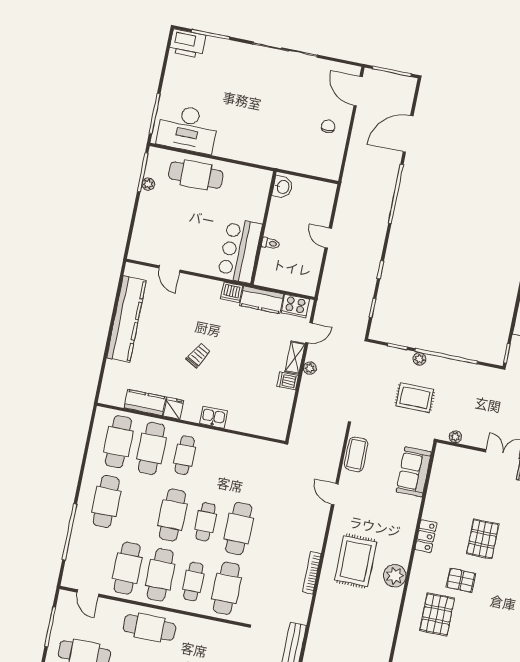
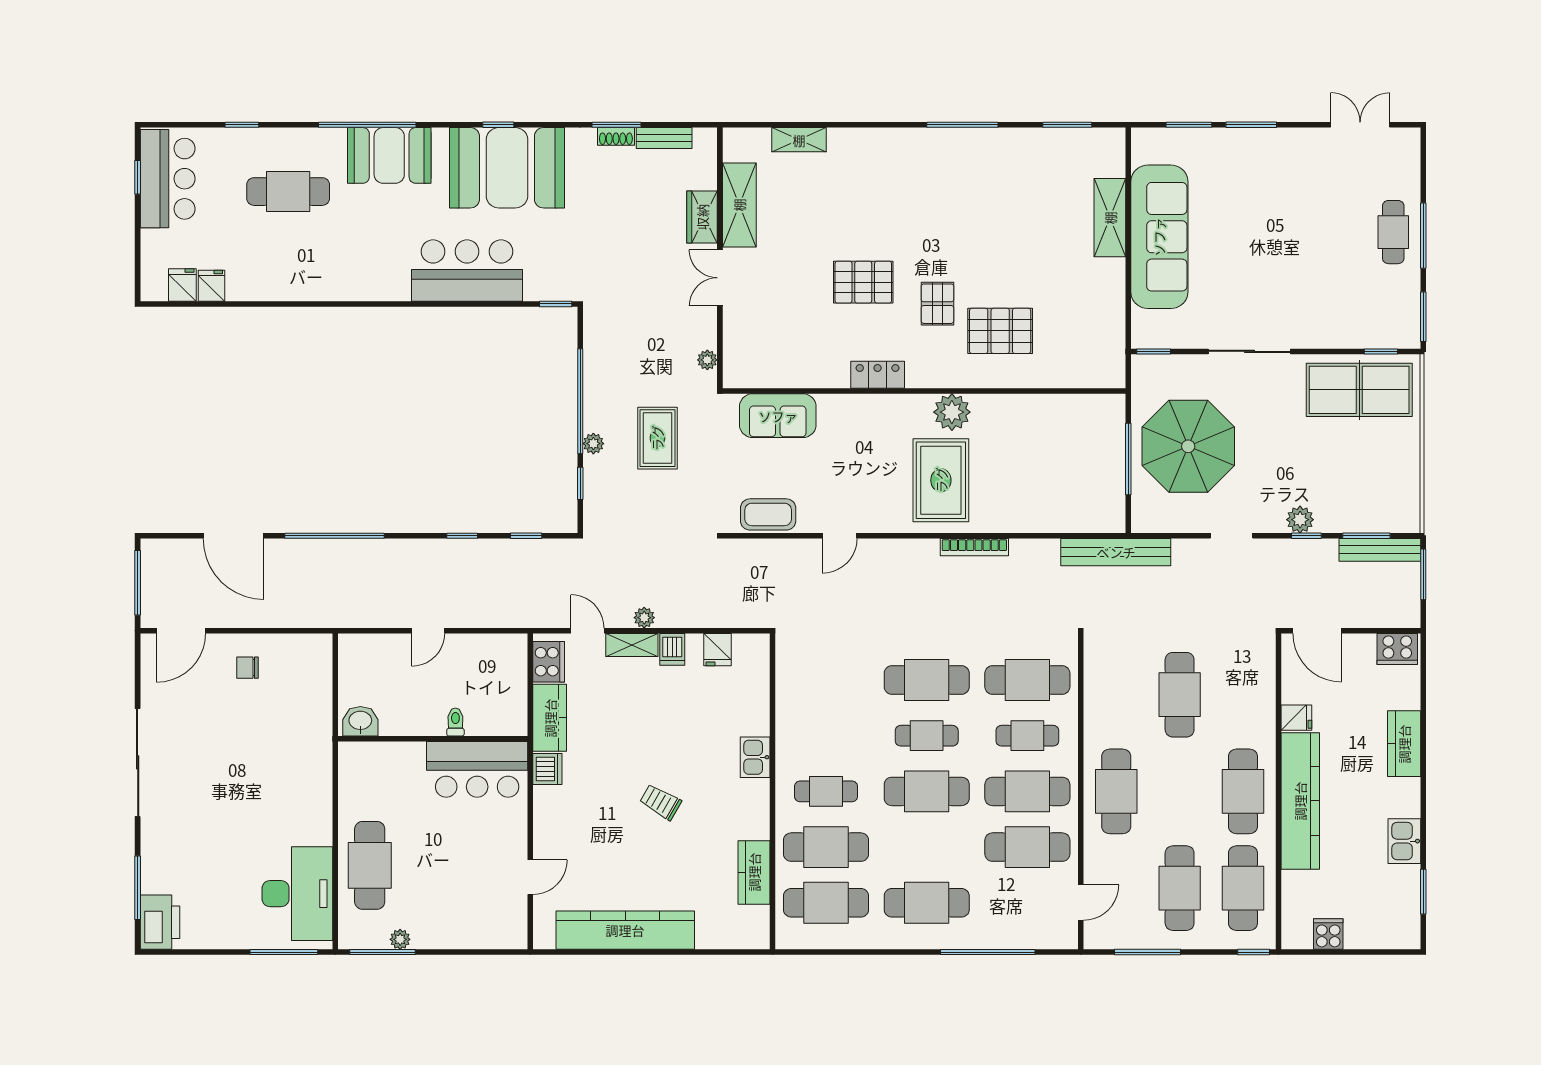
fridge: (173, 408) -> (718, 650), moved, turned -90
rug: (356, 561) -> (941, 480), turned 90

